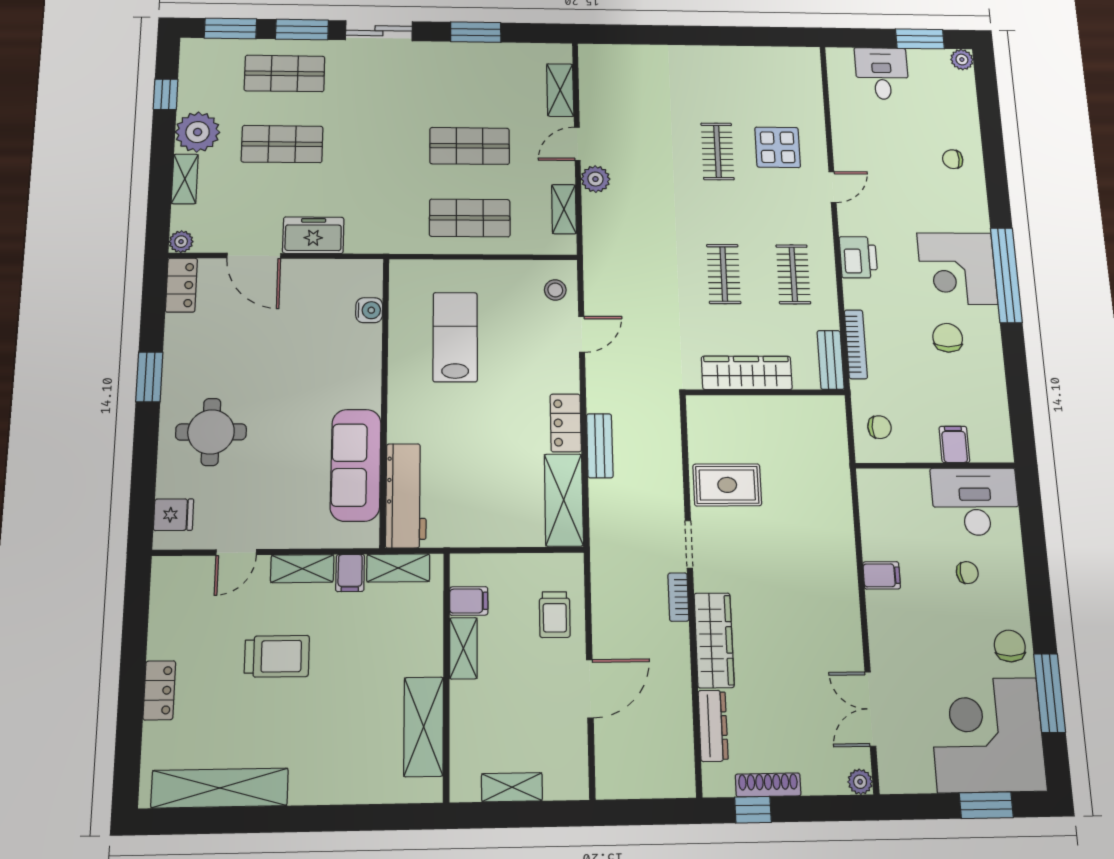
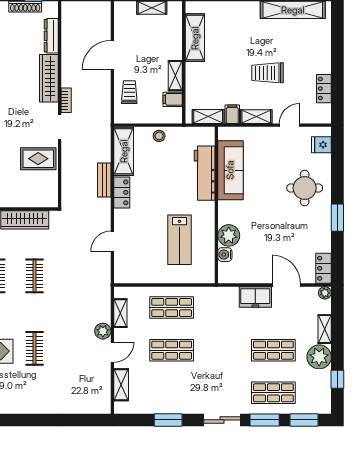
stool: (555, 290) -> (159, 136), moved
plant: (361, 344) -> (229, 235), added
workbench: (406, 495) -> (205, 173), moved
locker: (159, 690) -> (324, 89), moved

